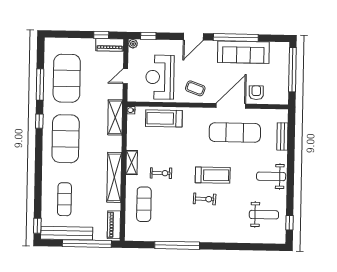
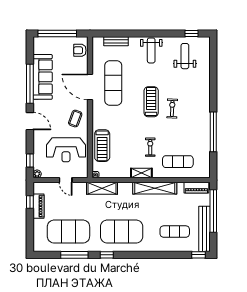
piano: (110, 45) -> (39, 206), moved
armchair: (256, 93) -> (80, 50), moved

